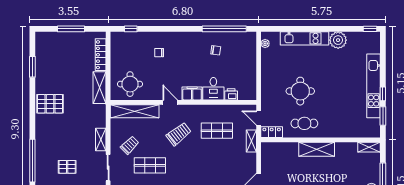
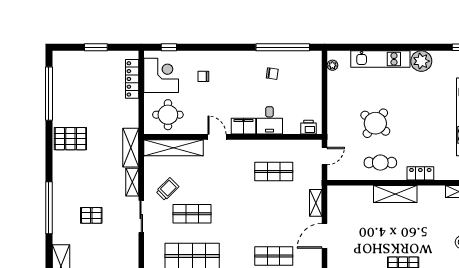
window: (71, 29) -> (96, 47), width x0.69
corner desk: (125, 52) -> (161, 75), added
window: (32, 67) -> (49, 94), width x2.11
shelving: (100, 88) -> (131, 148), moved
round table: (300, 91) -> (375, 123), turned 38
printer: (231, 94) -> (309, 127), moved
door: (259, 118) -> (325, 156), swing flipped
locker: (272, 132) -> (420, 173), moved
trolley: (179, 134) -> (227, 176), removed
shelving: (251, 141) -> (316, 203), moved

